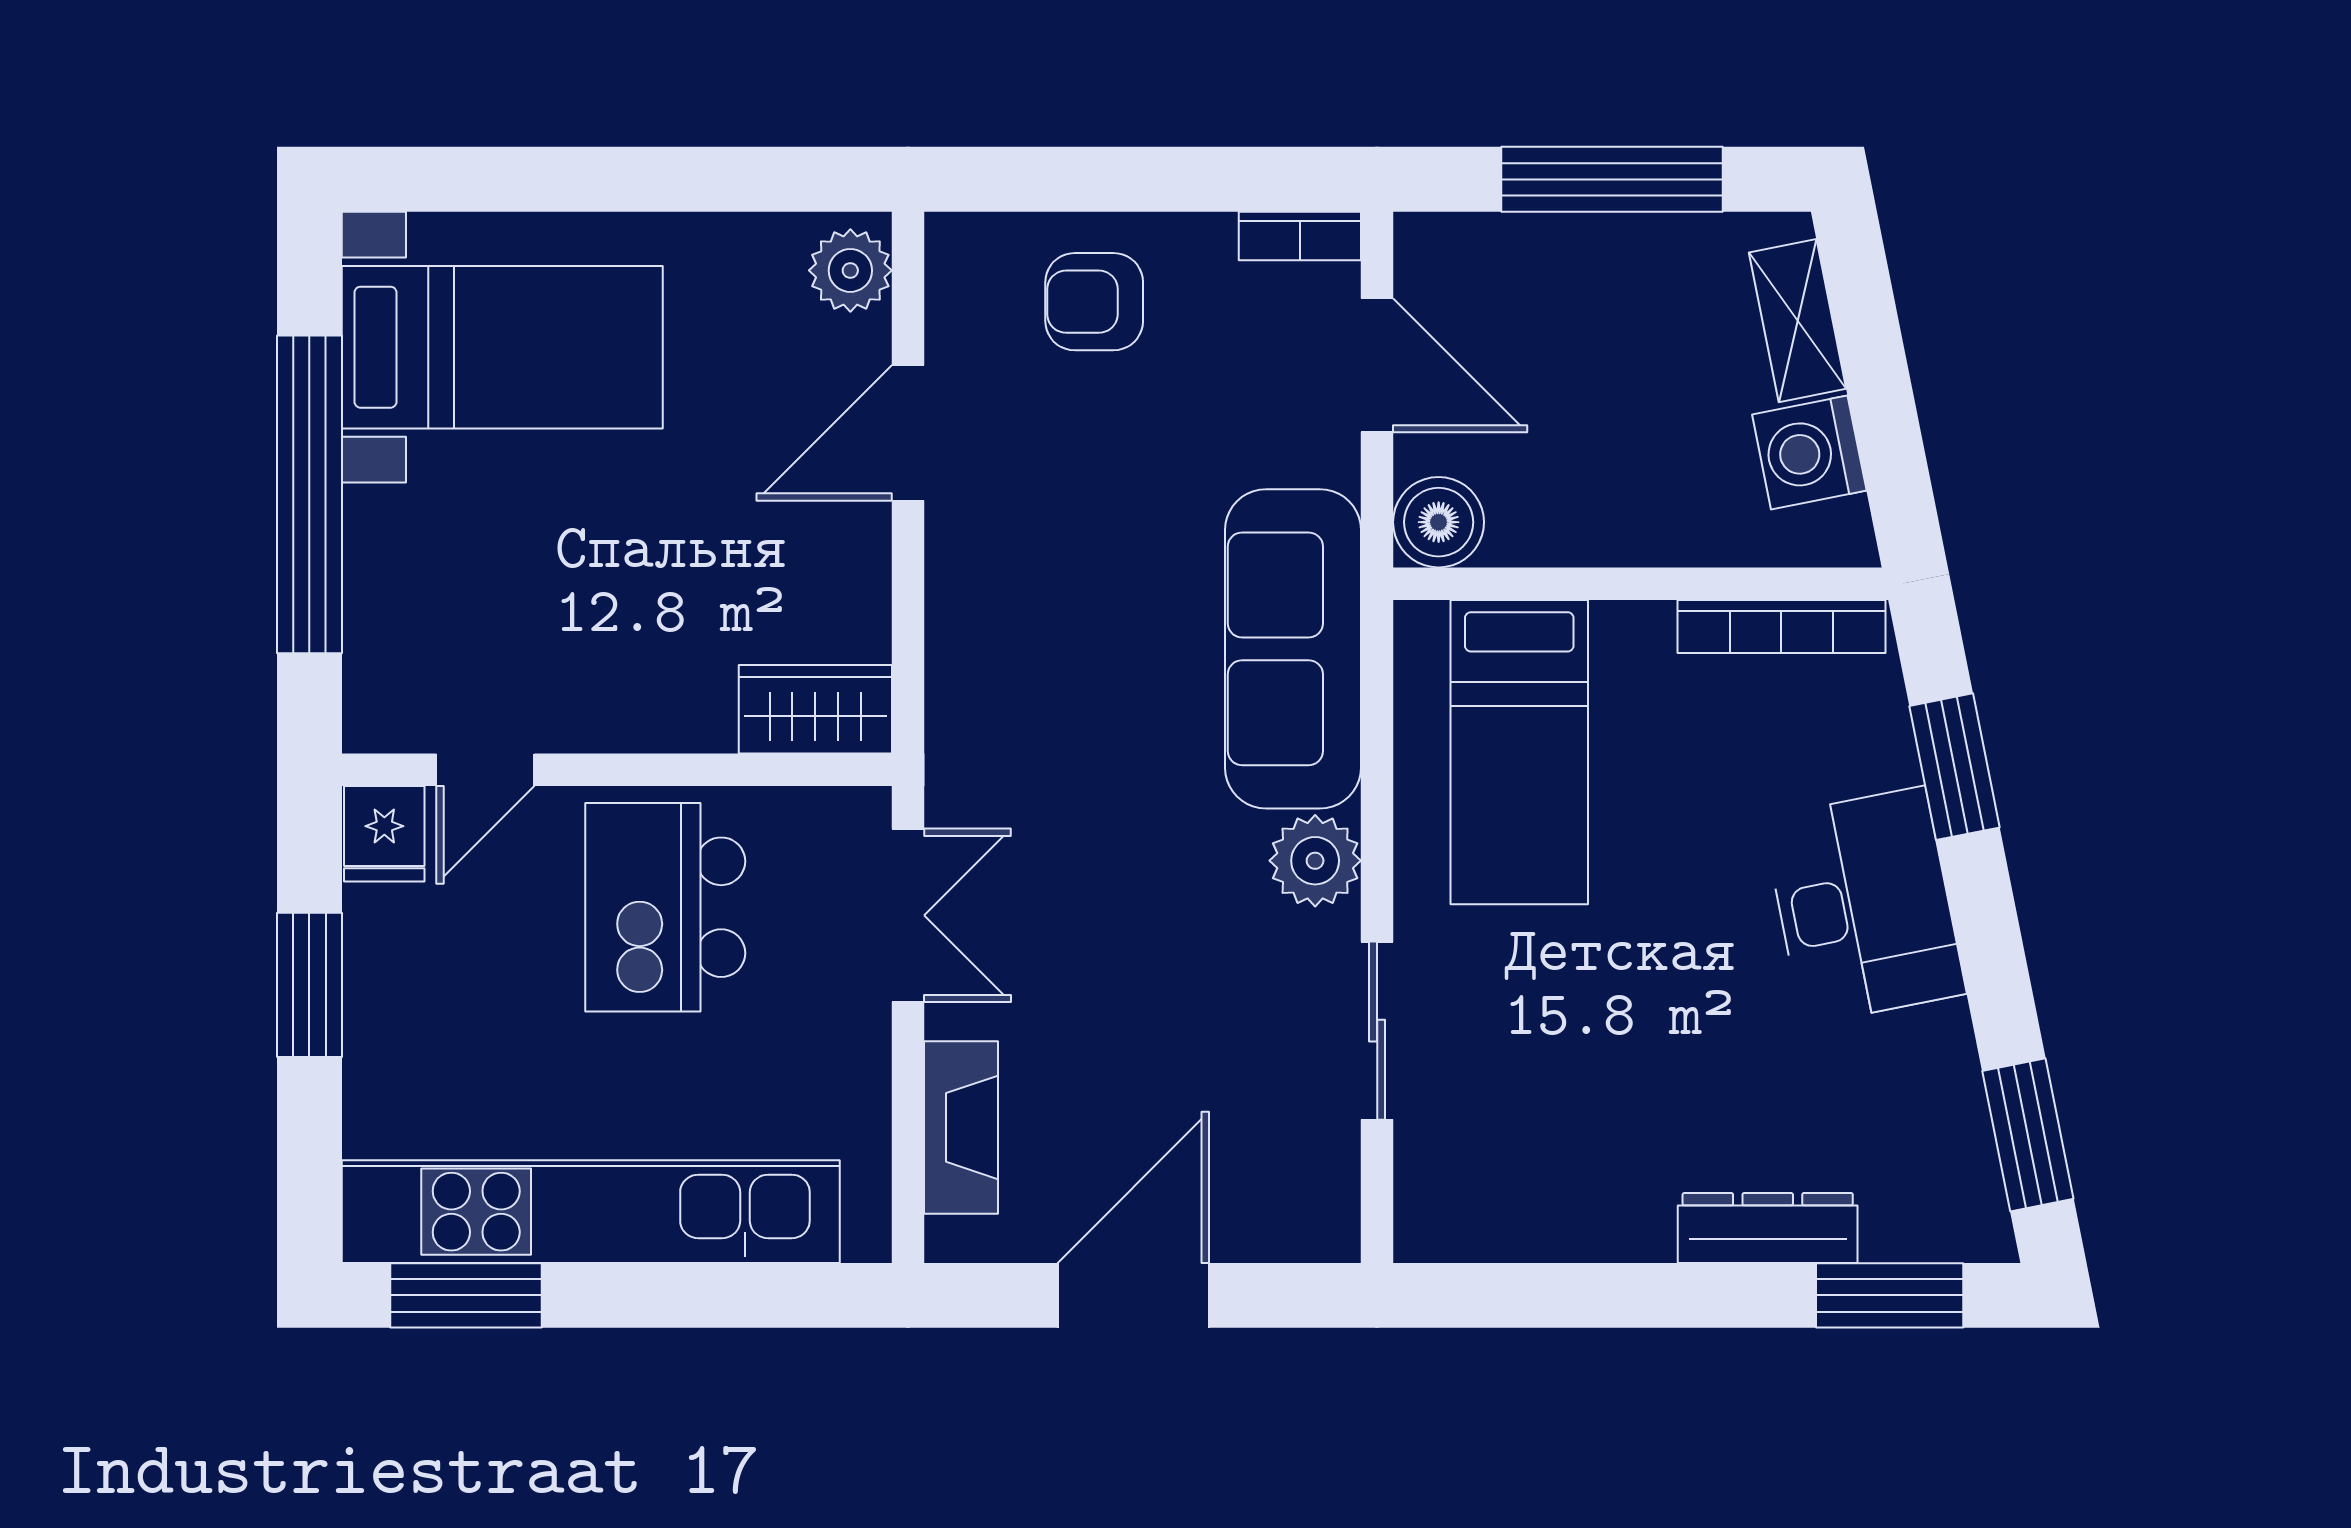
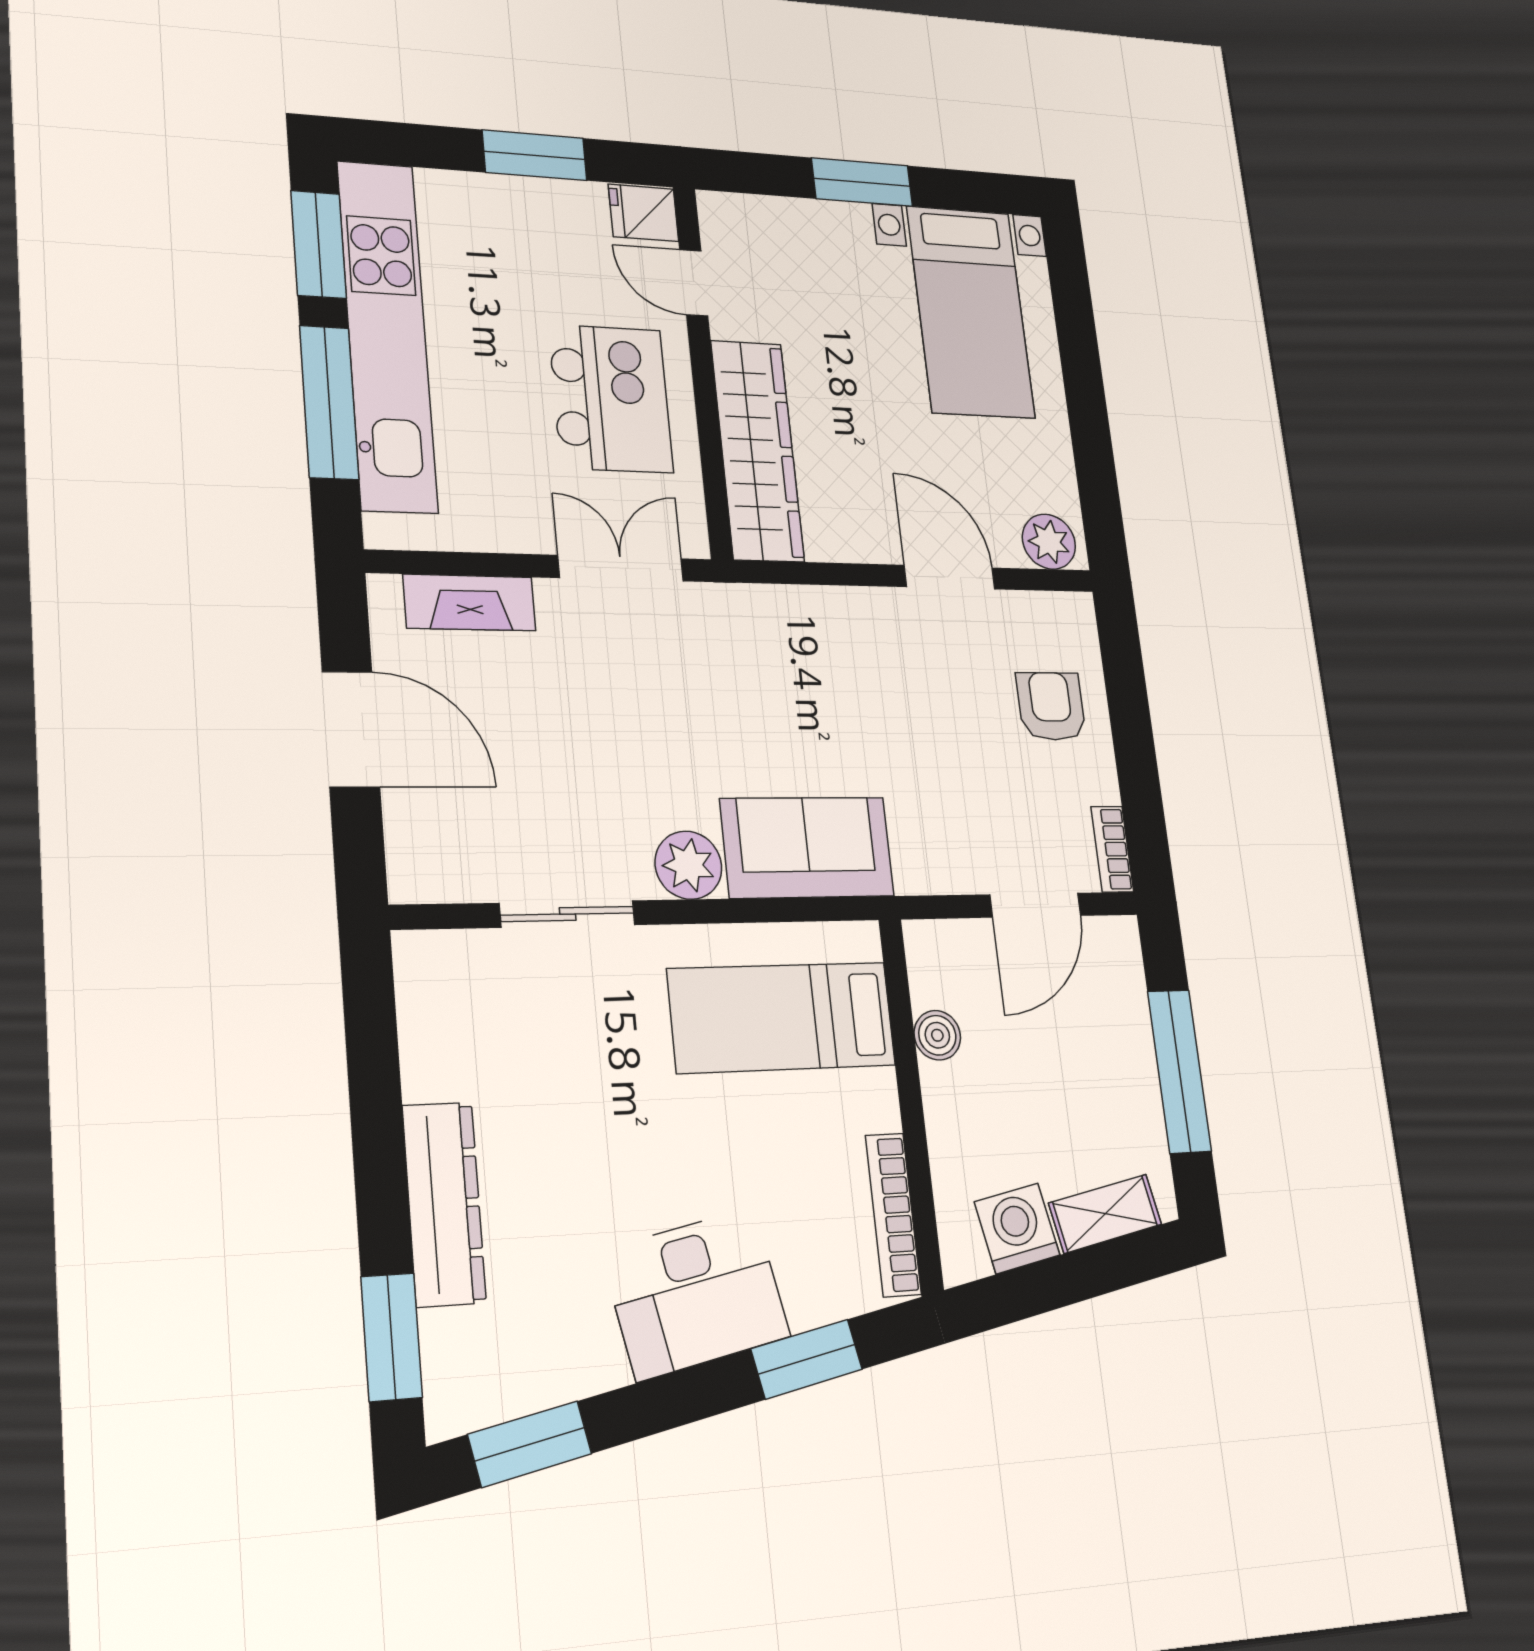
window: (309, 494) -> (862, 182), width x0.47
boiler: (1439, 522) -> (937, 1035), moved, width x0.73, depth x0.73
sofa: (1293, 649) -> (807, 847), width x0.73
wardrobe: (815, 709) -> (757, 451), width x2.10, depth x1.17
kitchen island: (665, 907) -> (611, 399), turned 90
double door: (908, 915) -> (621, 568), swing flipped
dresser: (1768, 1228) -> (444, 1204), width x1.37, depth x1.24
window: (690, 1295) -> (329, 402), added

